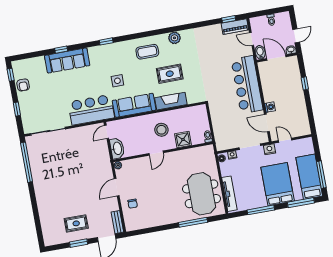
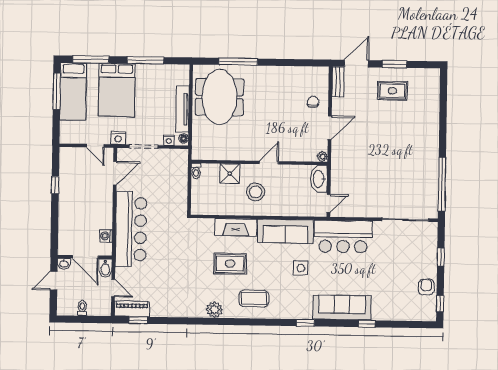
sofa: (67, 60) -> (342, 308), moved
window: (305, 83) -> (55, 185), moved
washing machine: (270, 107) -> (106, 236), moved
door: (267, 123) -> (115, 173), hinge flipped
tv unit: (229, 194) -> (183, 109), moved

